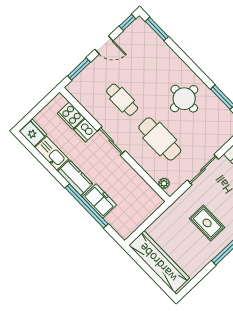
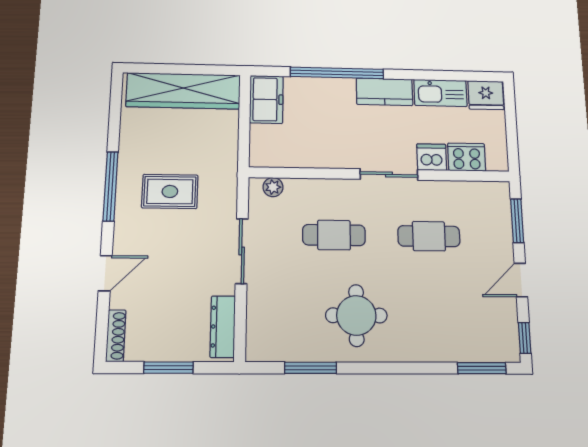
cafe table: (160, 139) -> (334, 235), width x0.73, depth x0.74
freezer: (99, 201) -> (266, 99), moved, turned -90

